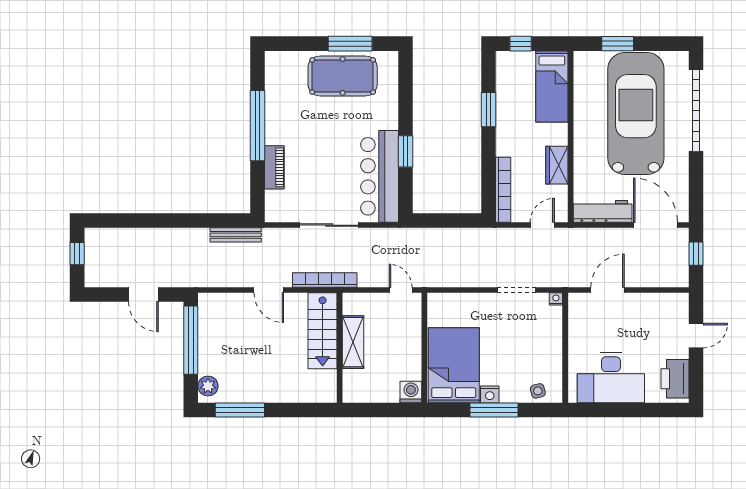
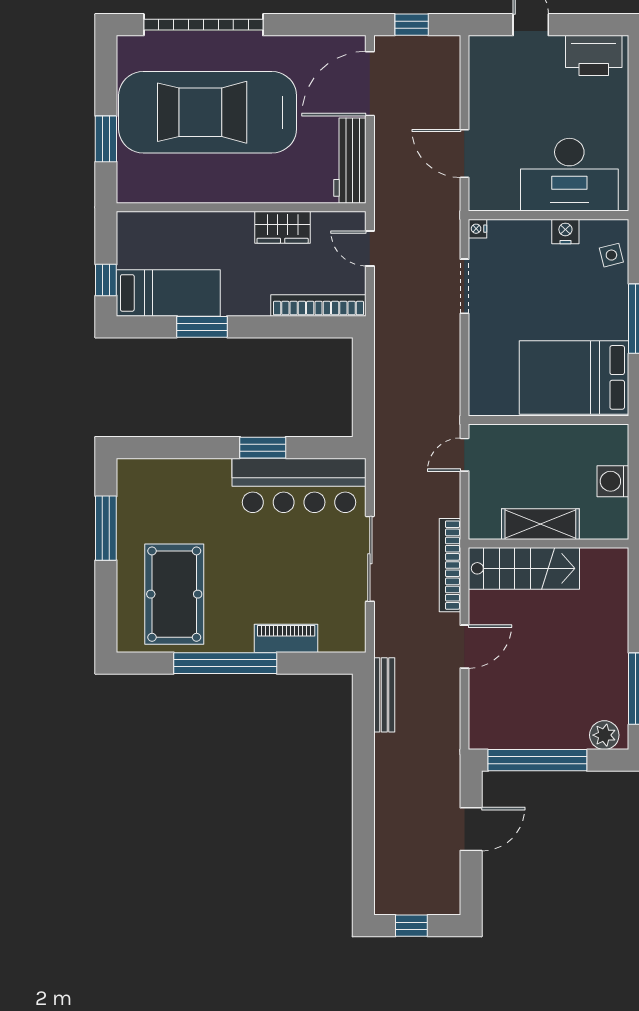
pool table: (343, 76) -> (174, 594), moved
bed: (552, 86) -> (168, 293), moved
desk: (611, 378) -> (569, 175), moved, turned 90
washing machine: (411, 392) -> (613, 481), moved
nightstand: (490, 394) -> (565, 231), moved, turned -90

